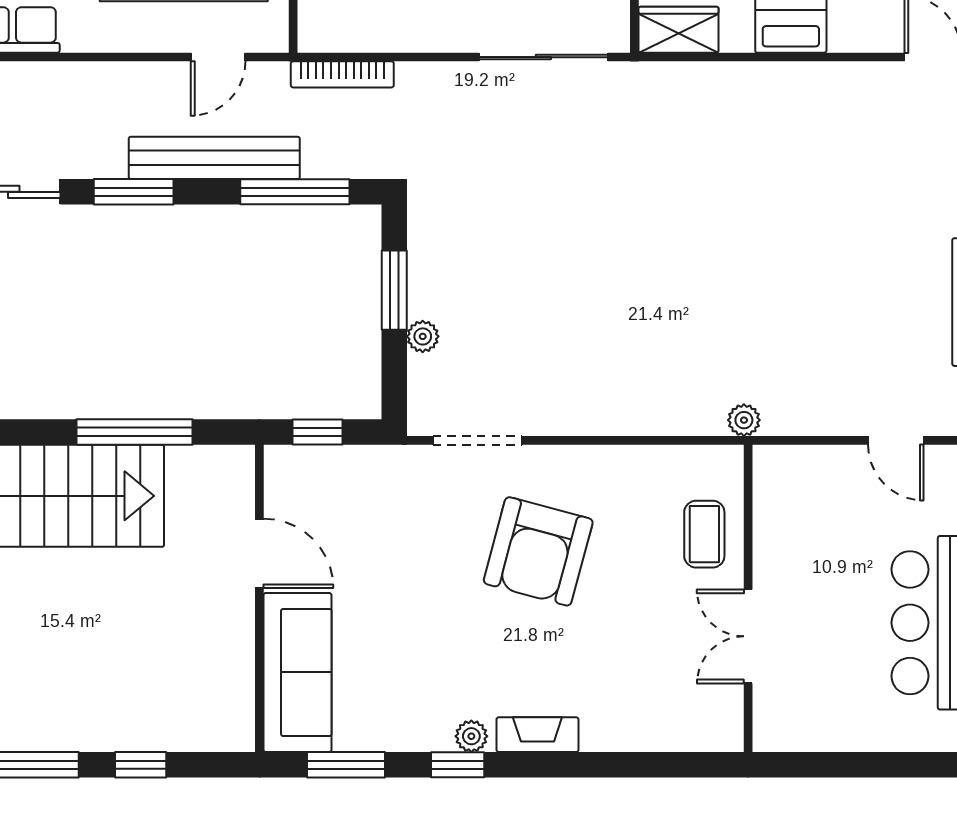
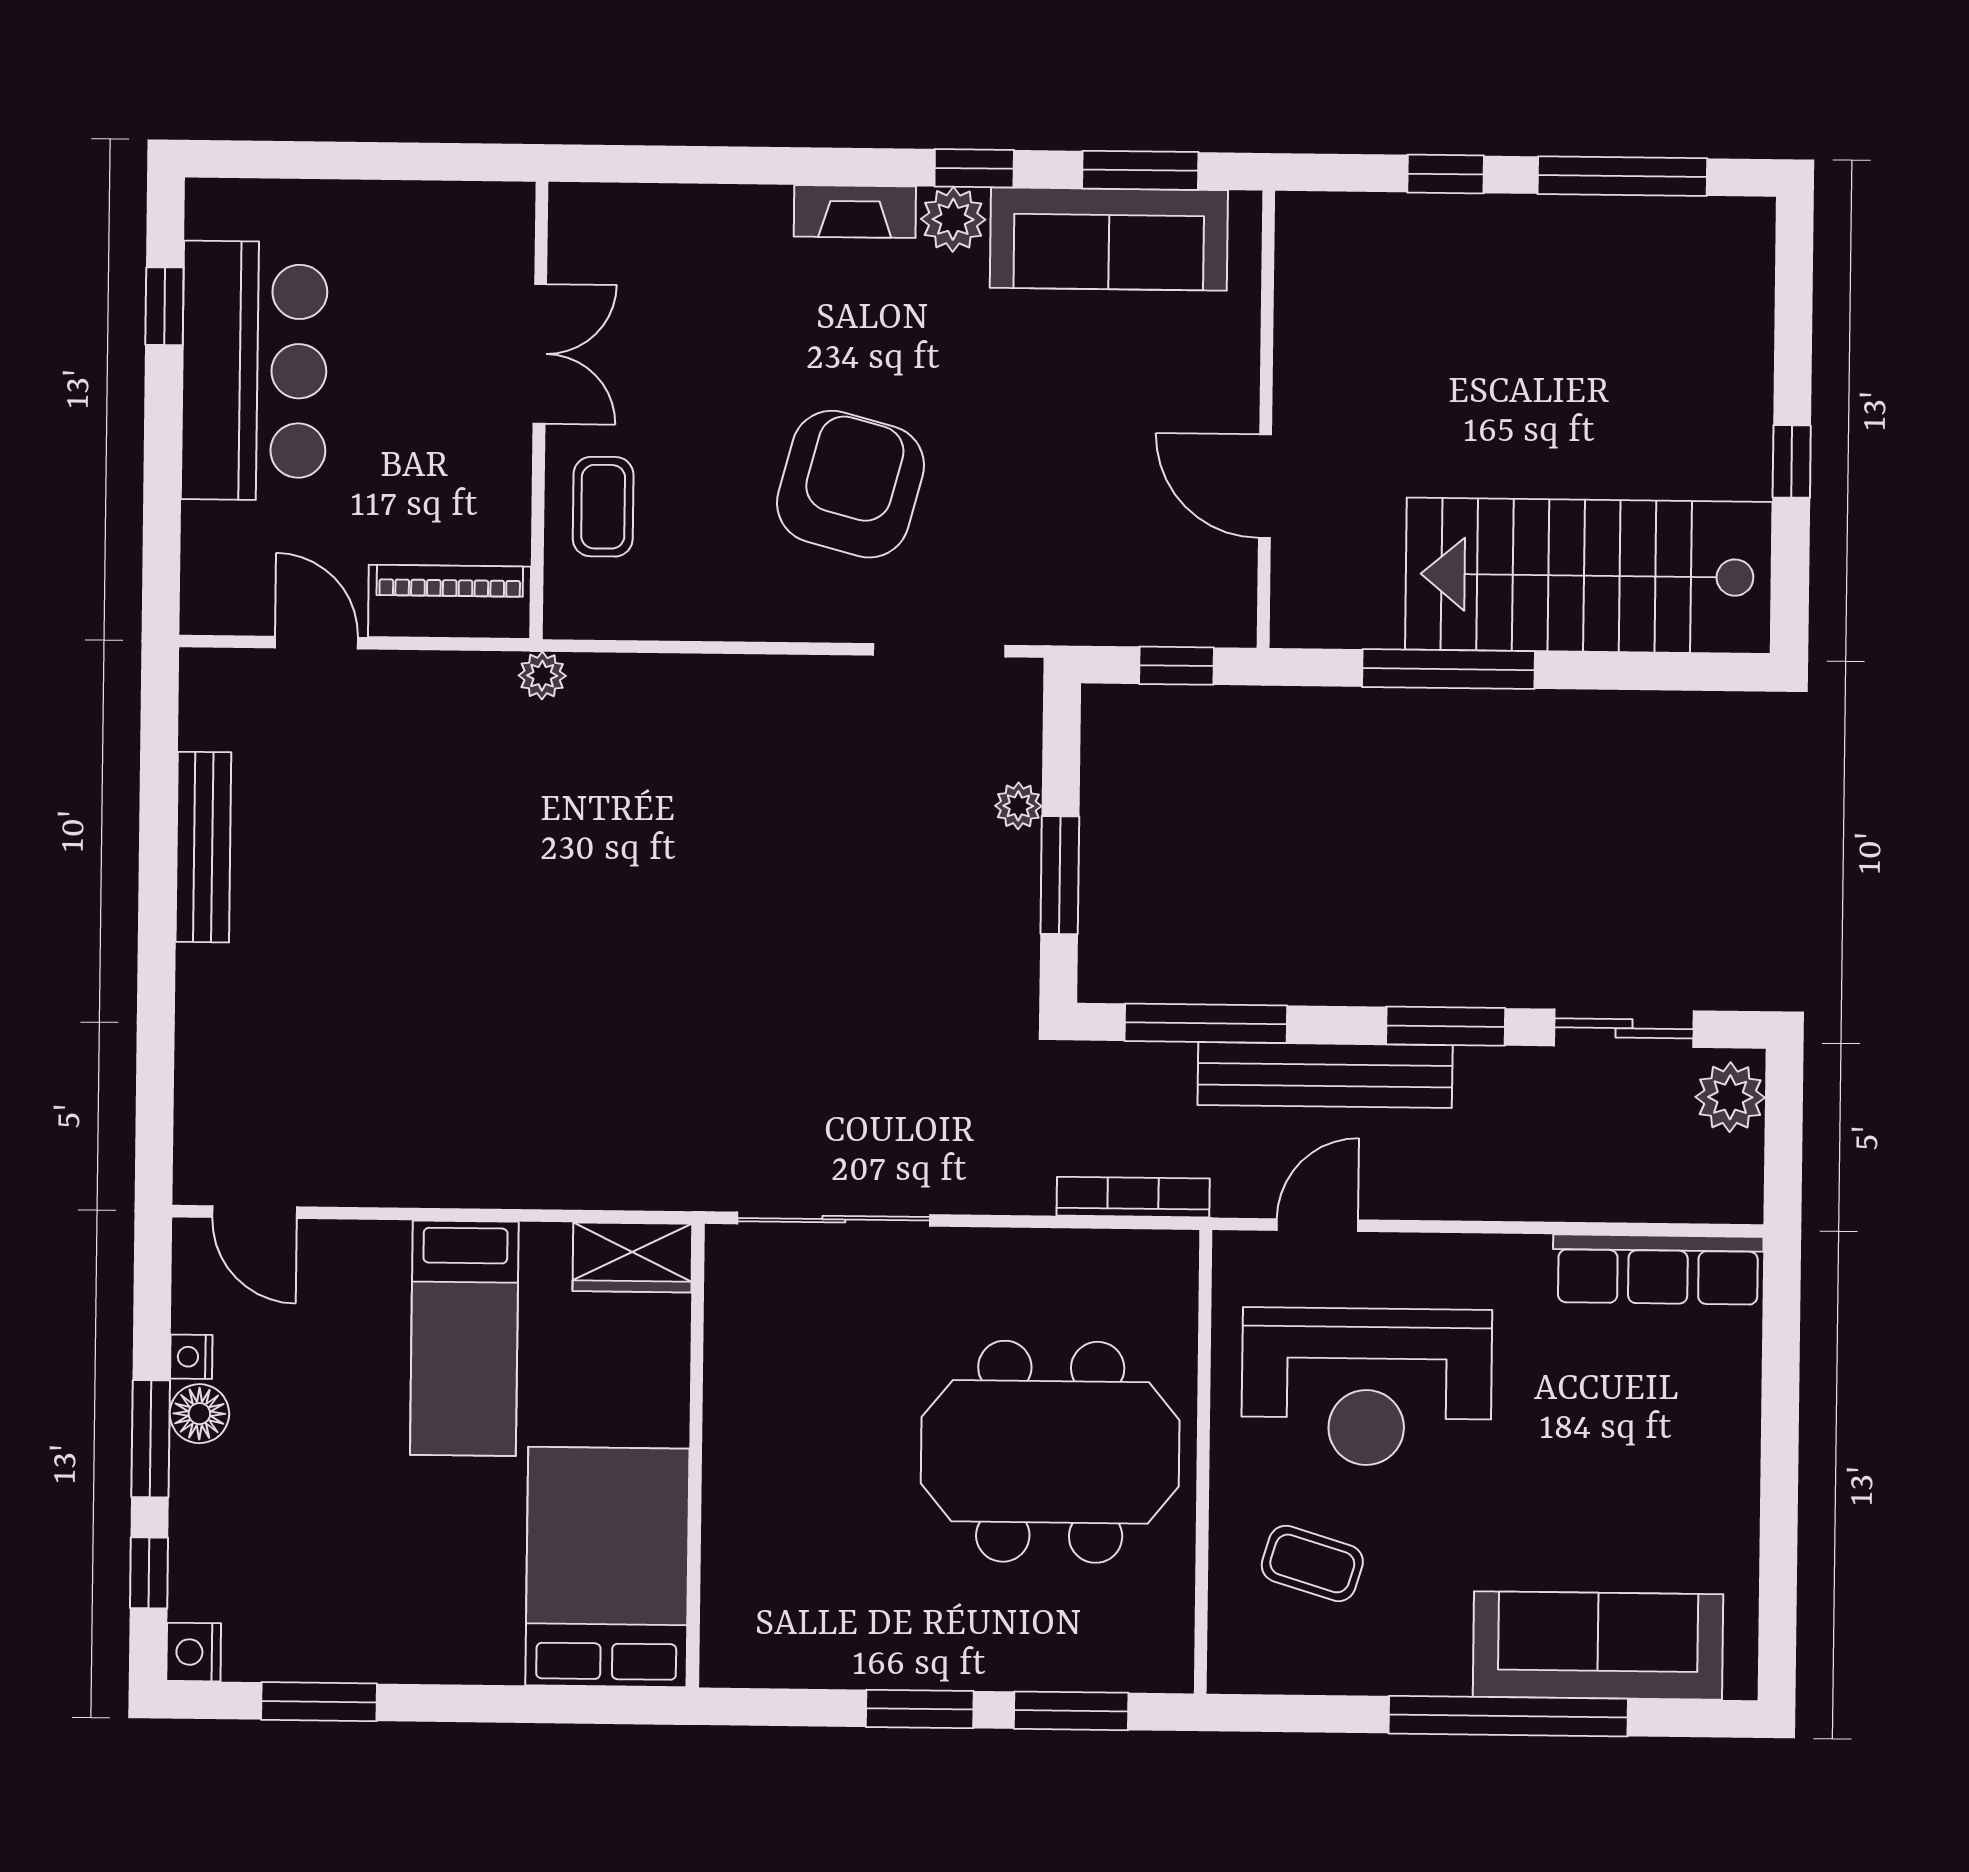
piano: (807, 469) -> (450, 602), added
sofa: (297, 672) -> (1109, 239), moved, turned -90
plant: (471, 736) -> (953, 219), width x1.38, depth x1.38

